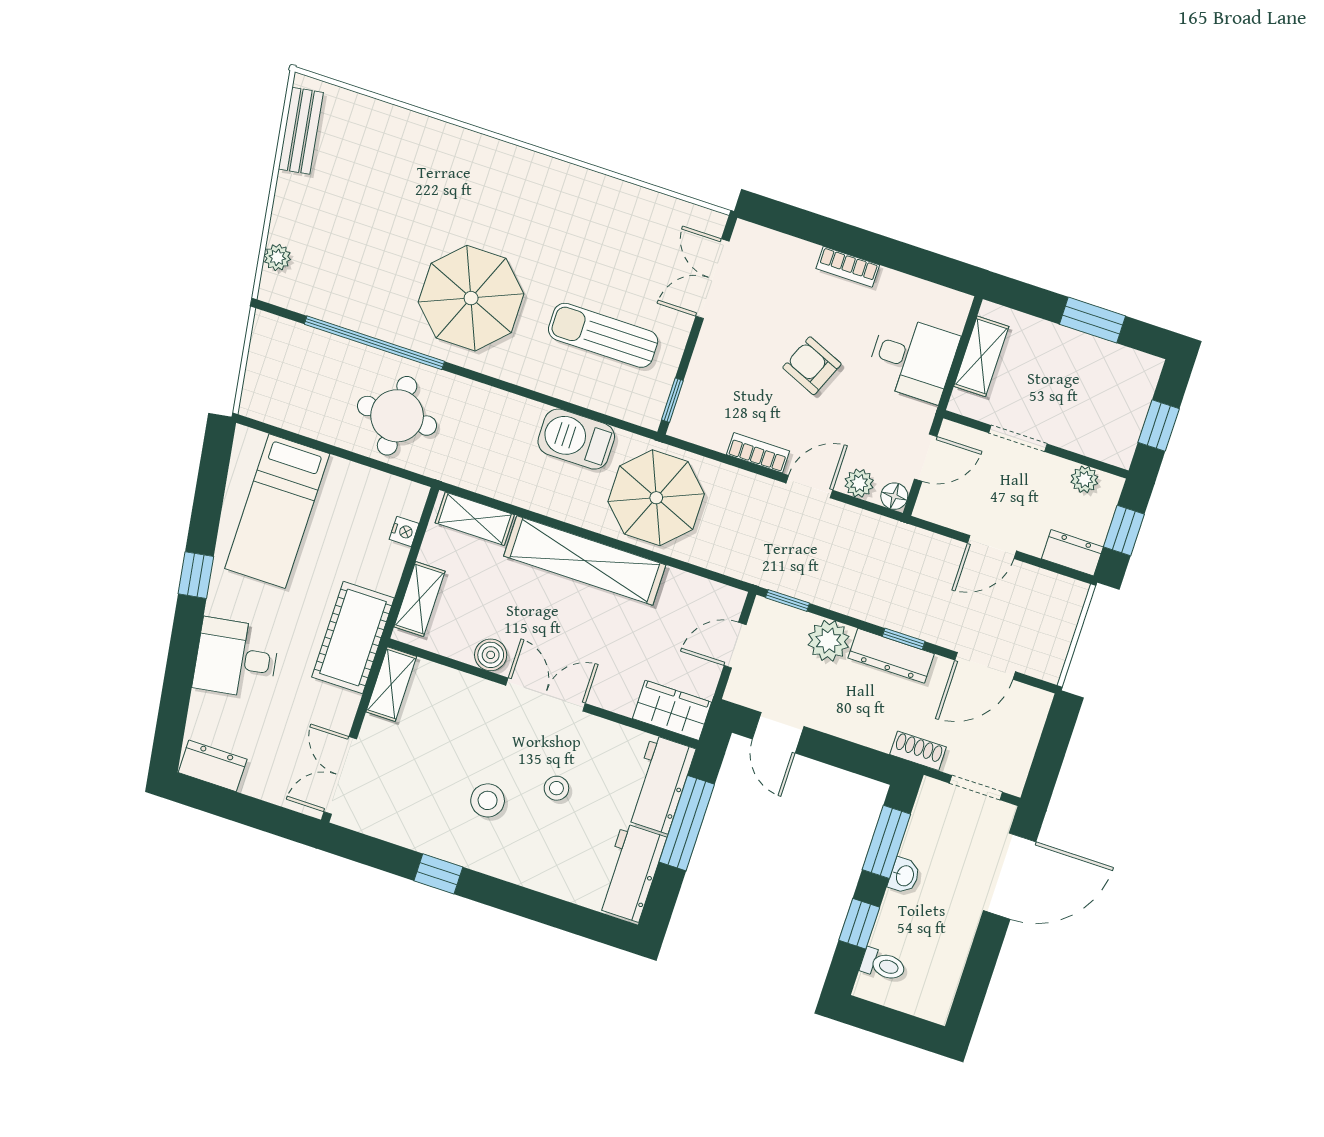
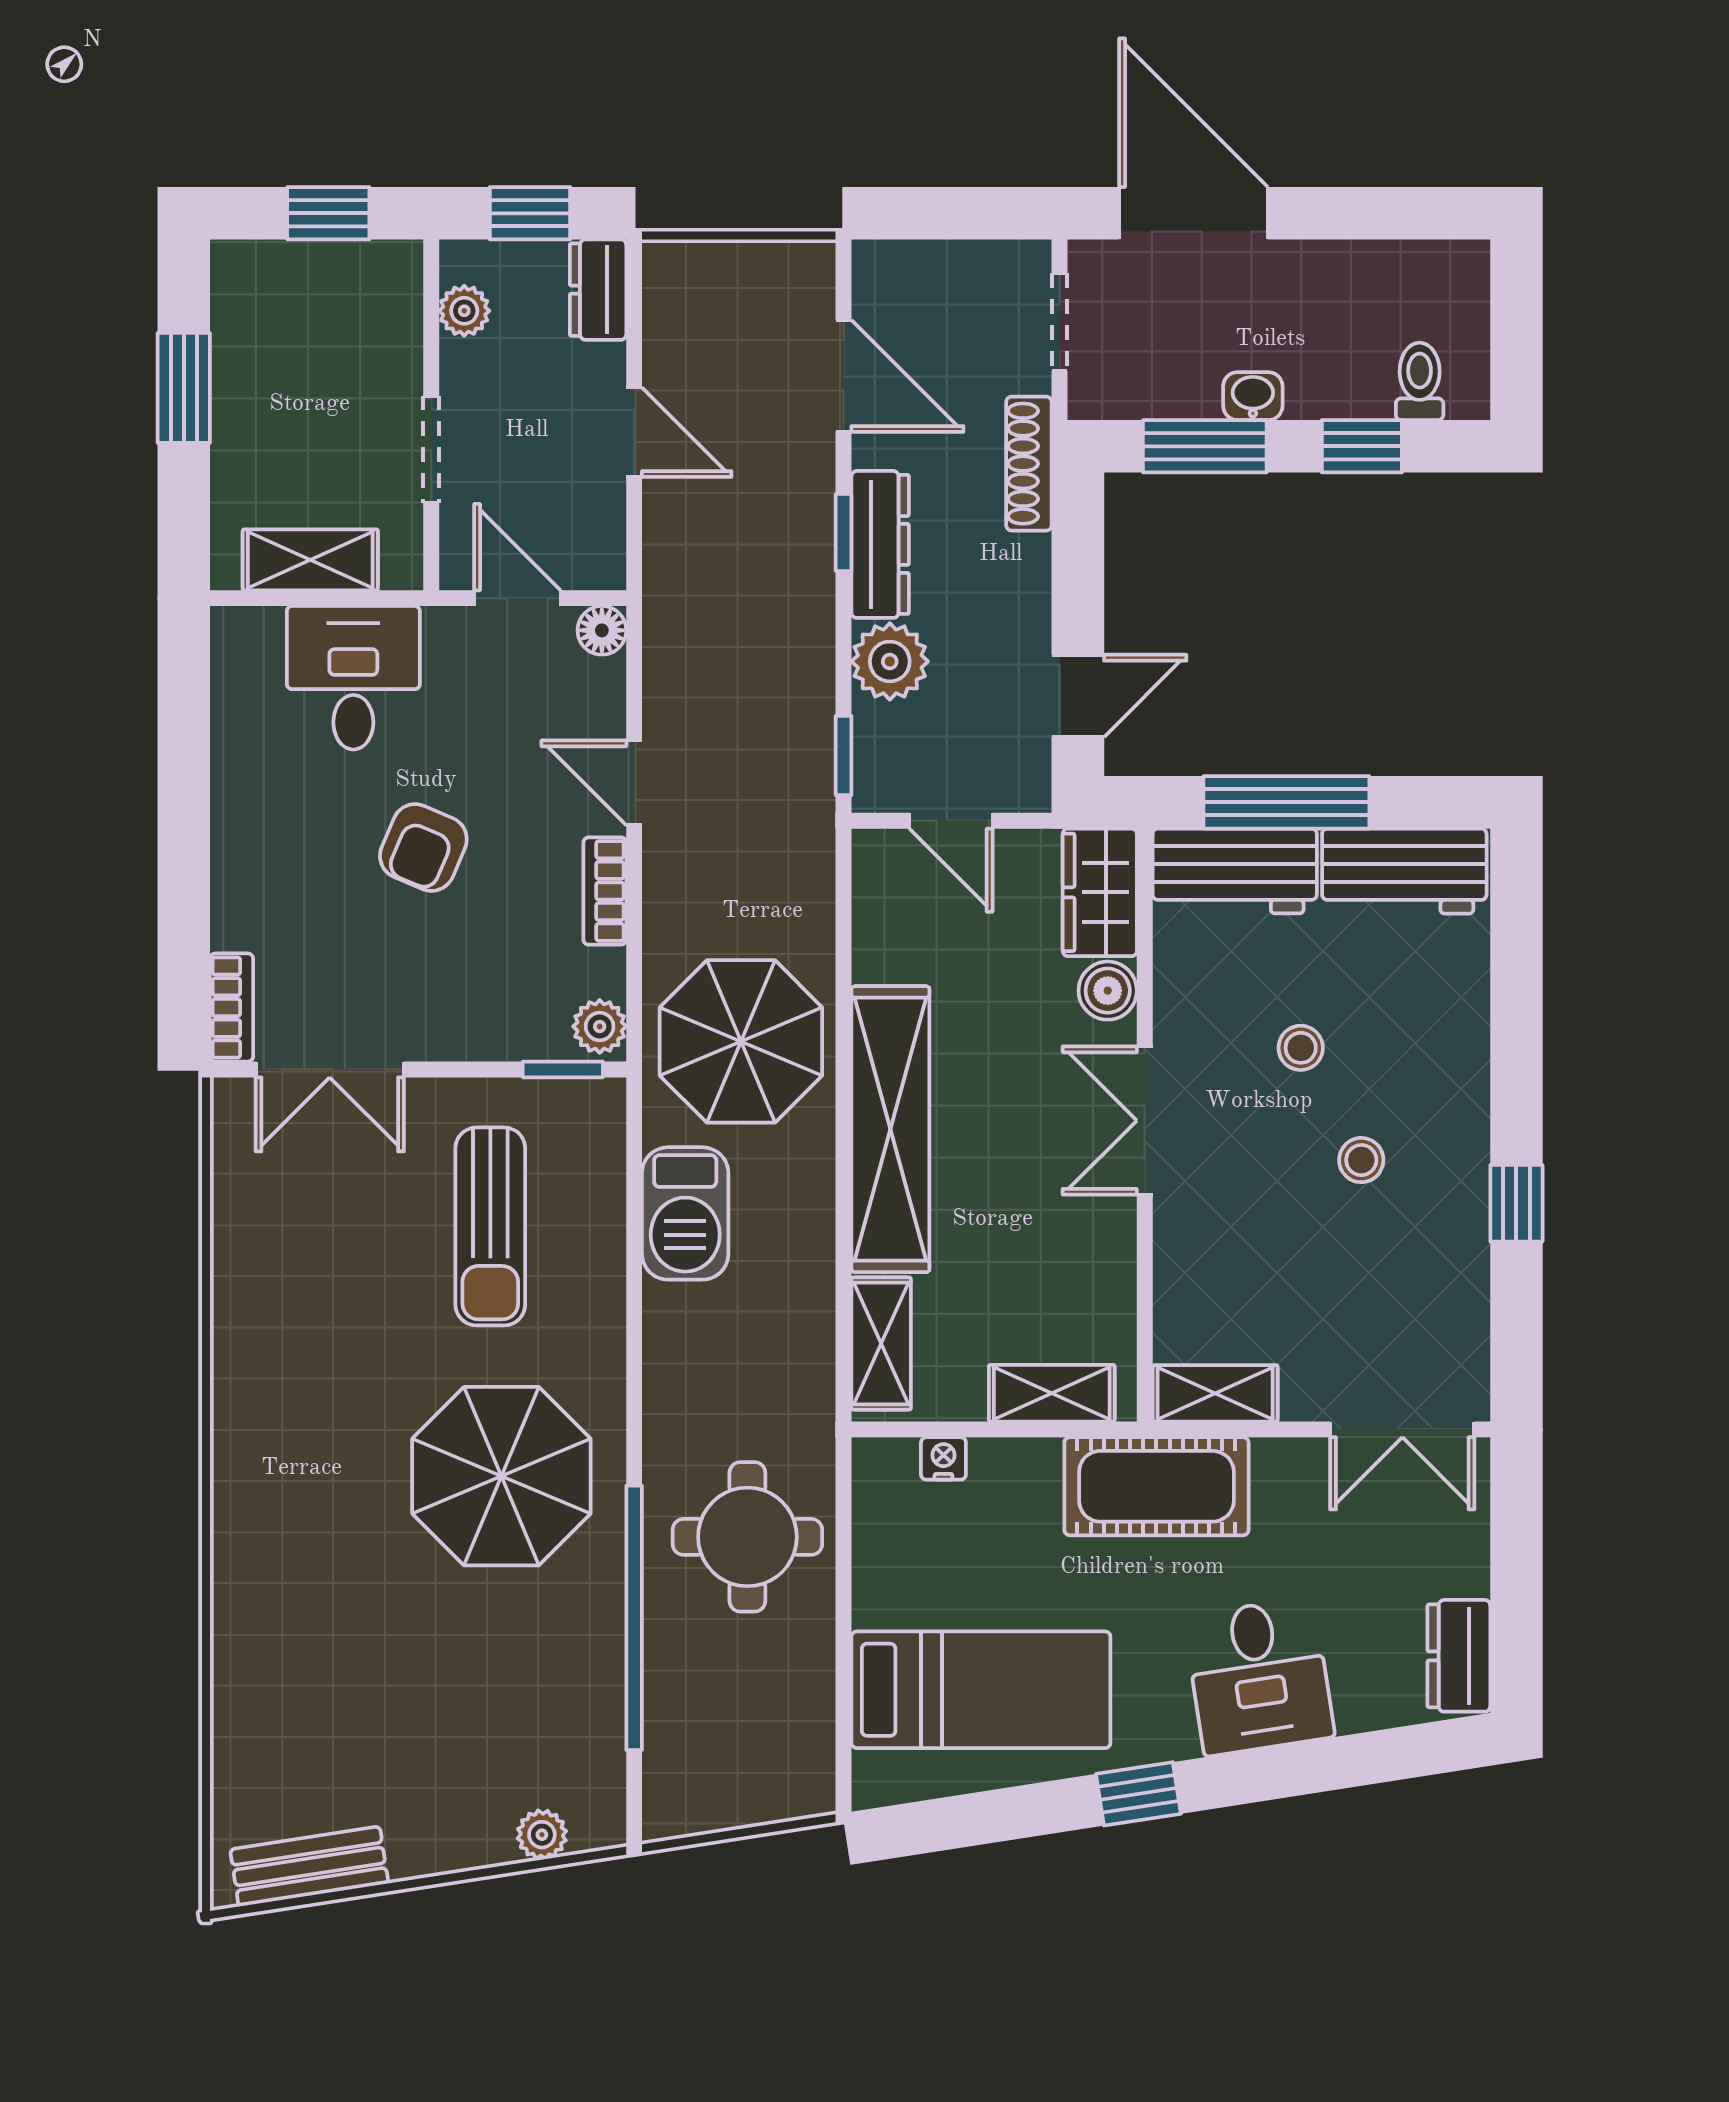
bookcase: (848, 267) -> (232, 1008), moved
plant: (859, 483) -> (600, 1026), moved
boiler: (491, 655) -> (1108, 991), moved
shoe rack: (918, 751) -> (1029, 464), width x1.43
stool: (488, 800) -> (1361, 1160), width x0.73, depth x0.73

